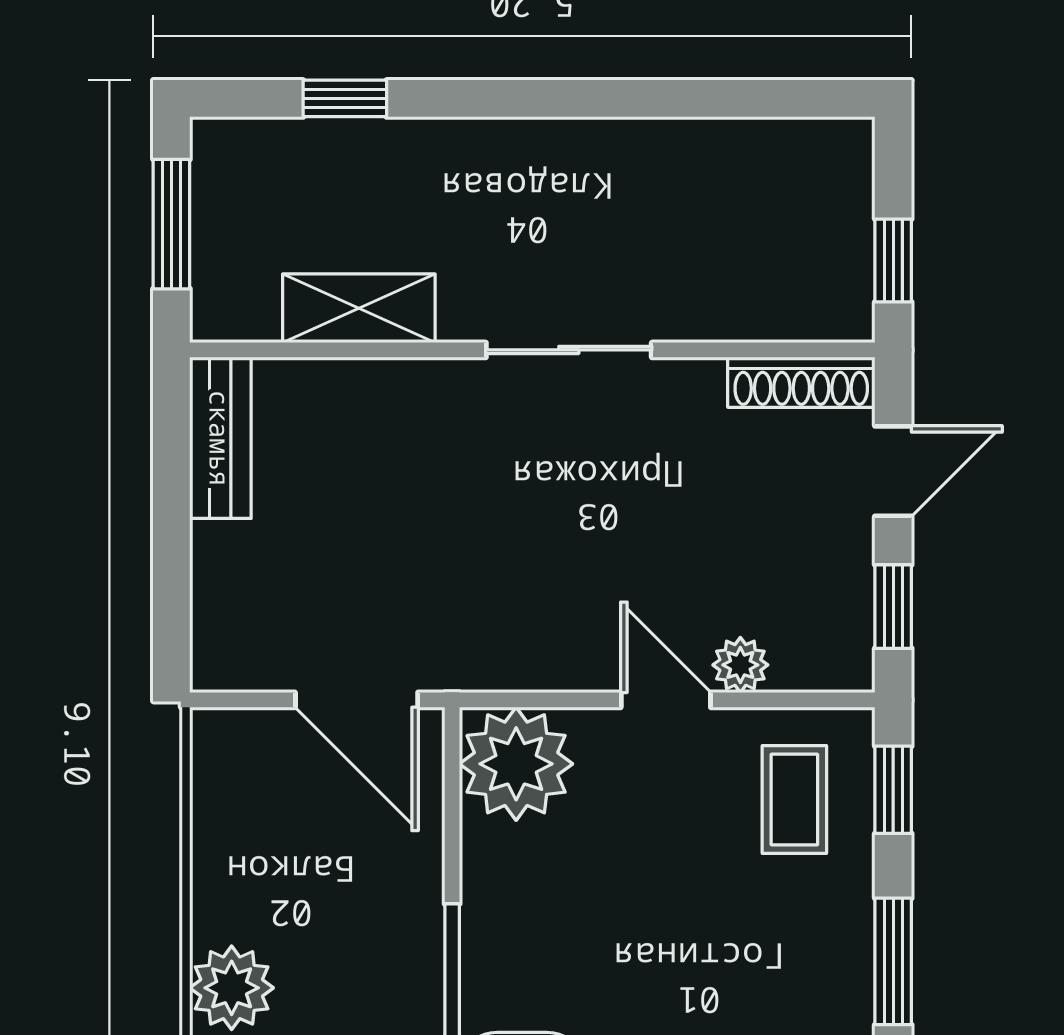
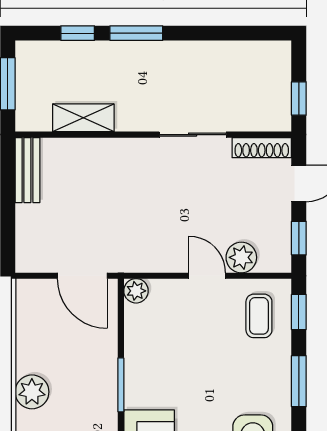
window: (490, 98) -> (136, 33), added
sliding door: (569, 350) -> (193, 135), moved
plant: (740, 665) -> (241, 257), width x1.38, depth x1.38
plant: (516, 764) -> (136, 291), width x0.53, depth x0.53

